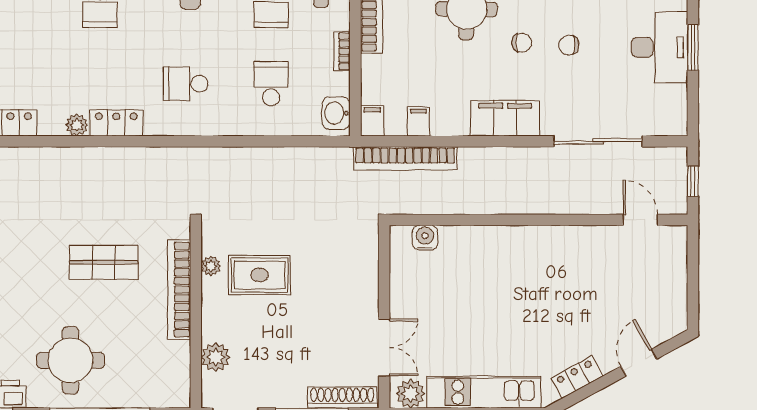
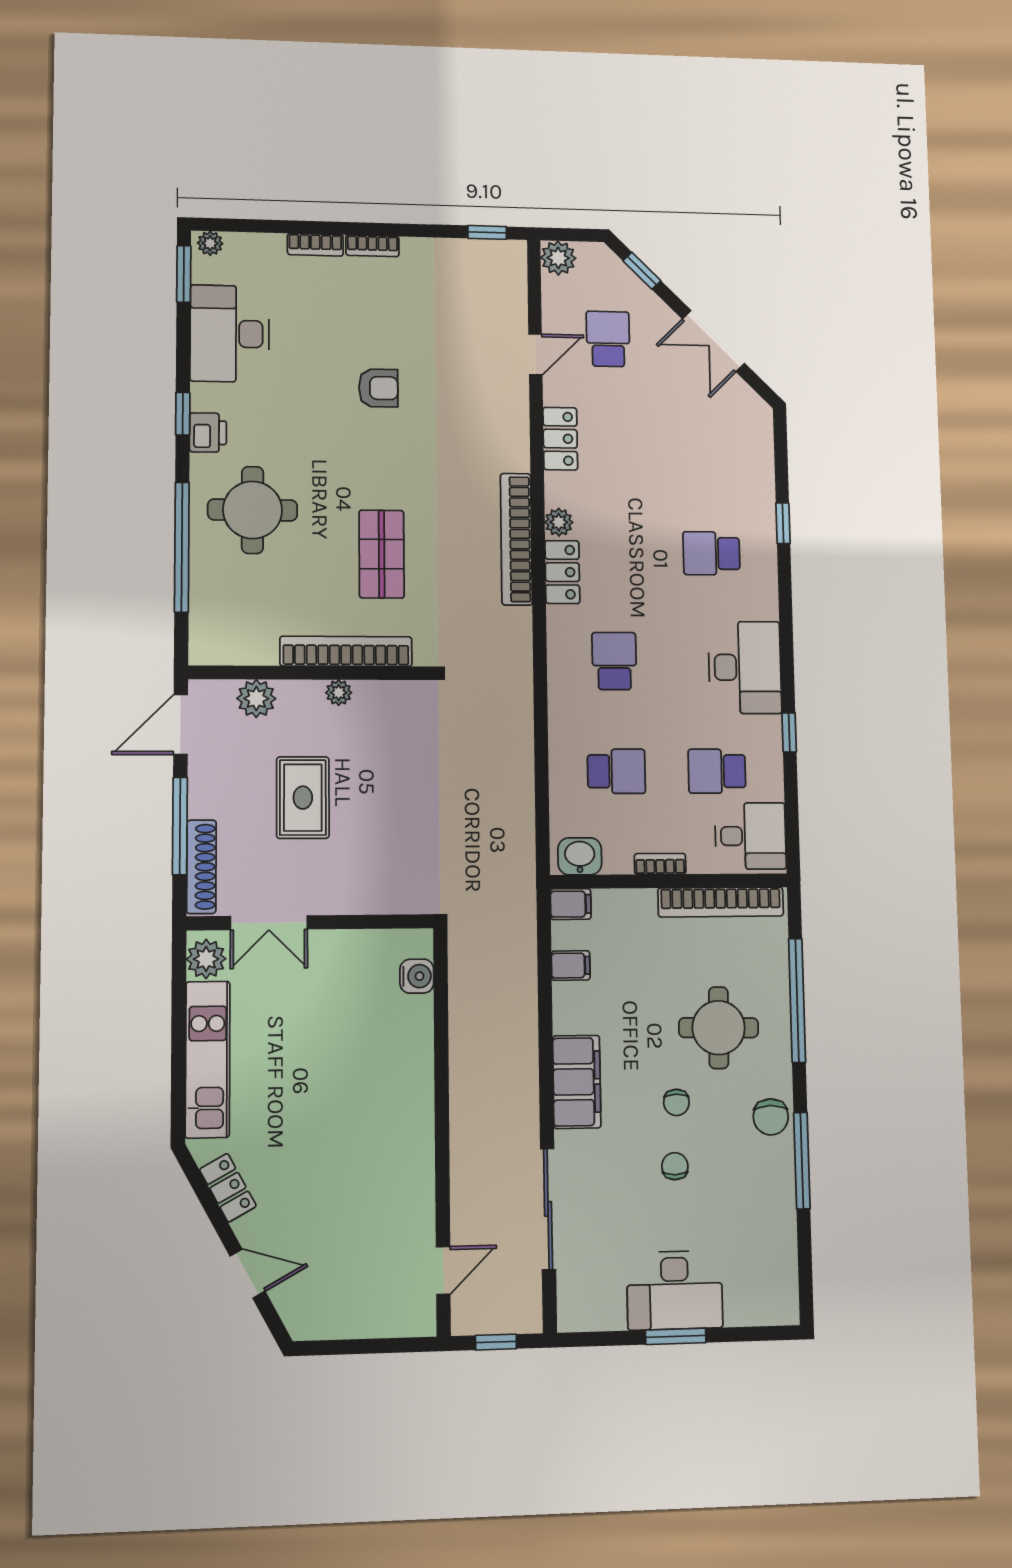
bookcase: (405, 158) -> (516, 539), moved
plant: (211, 266) -> (339, 693), moved
rug: (260, 275) -> (303, 798), moved

